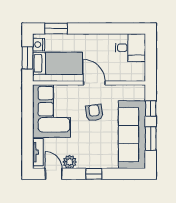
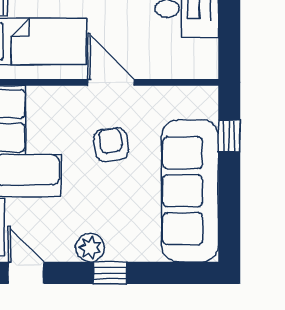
window: (151, 139) -> (229, 199), removed
plant: (70, 162) -> (90, 248), moved

